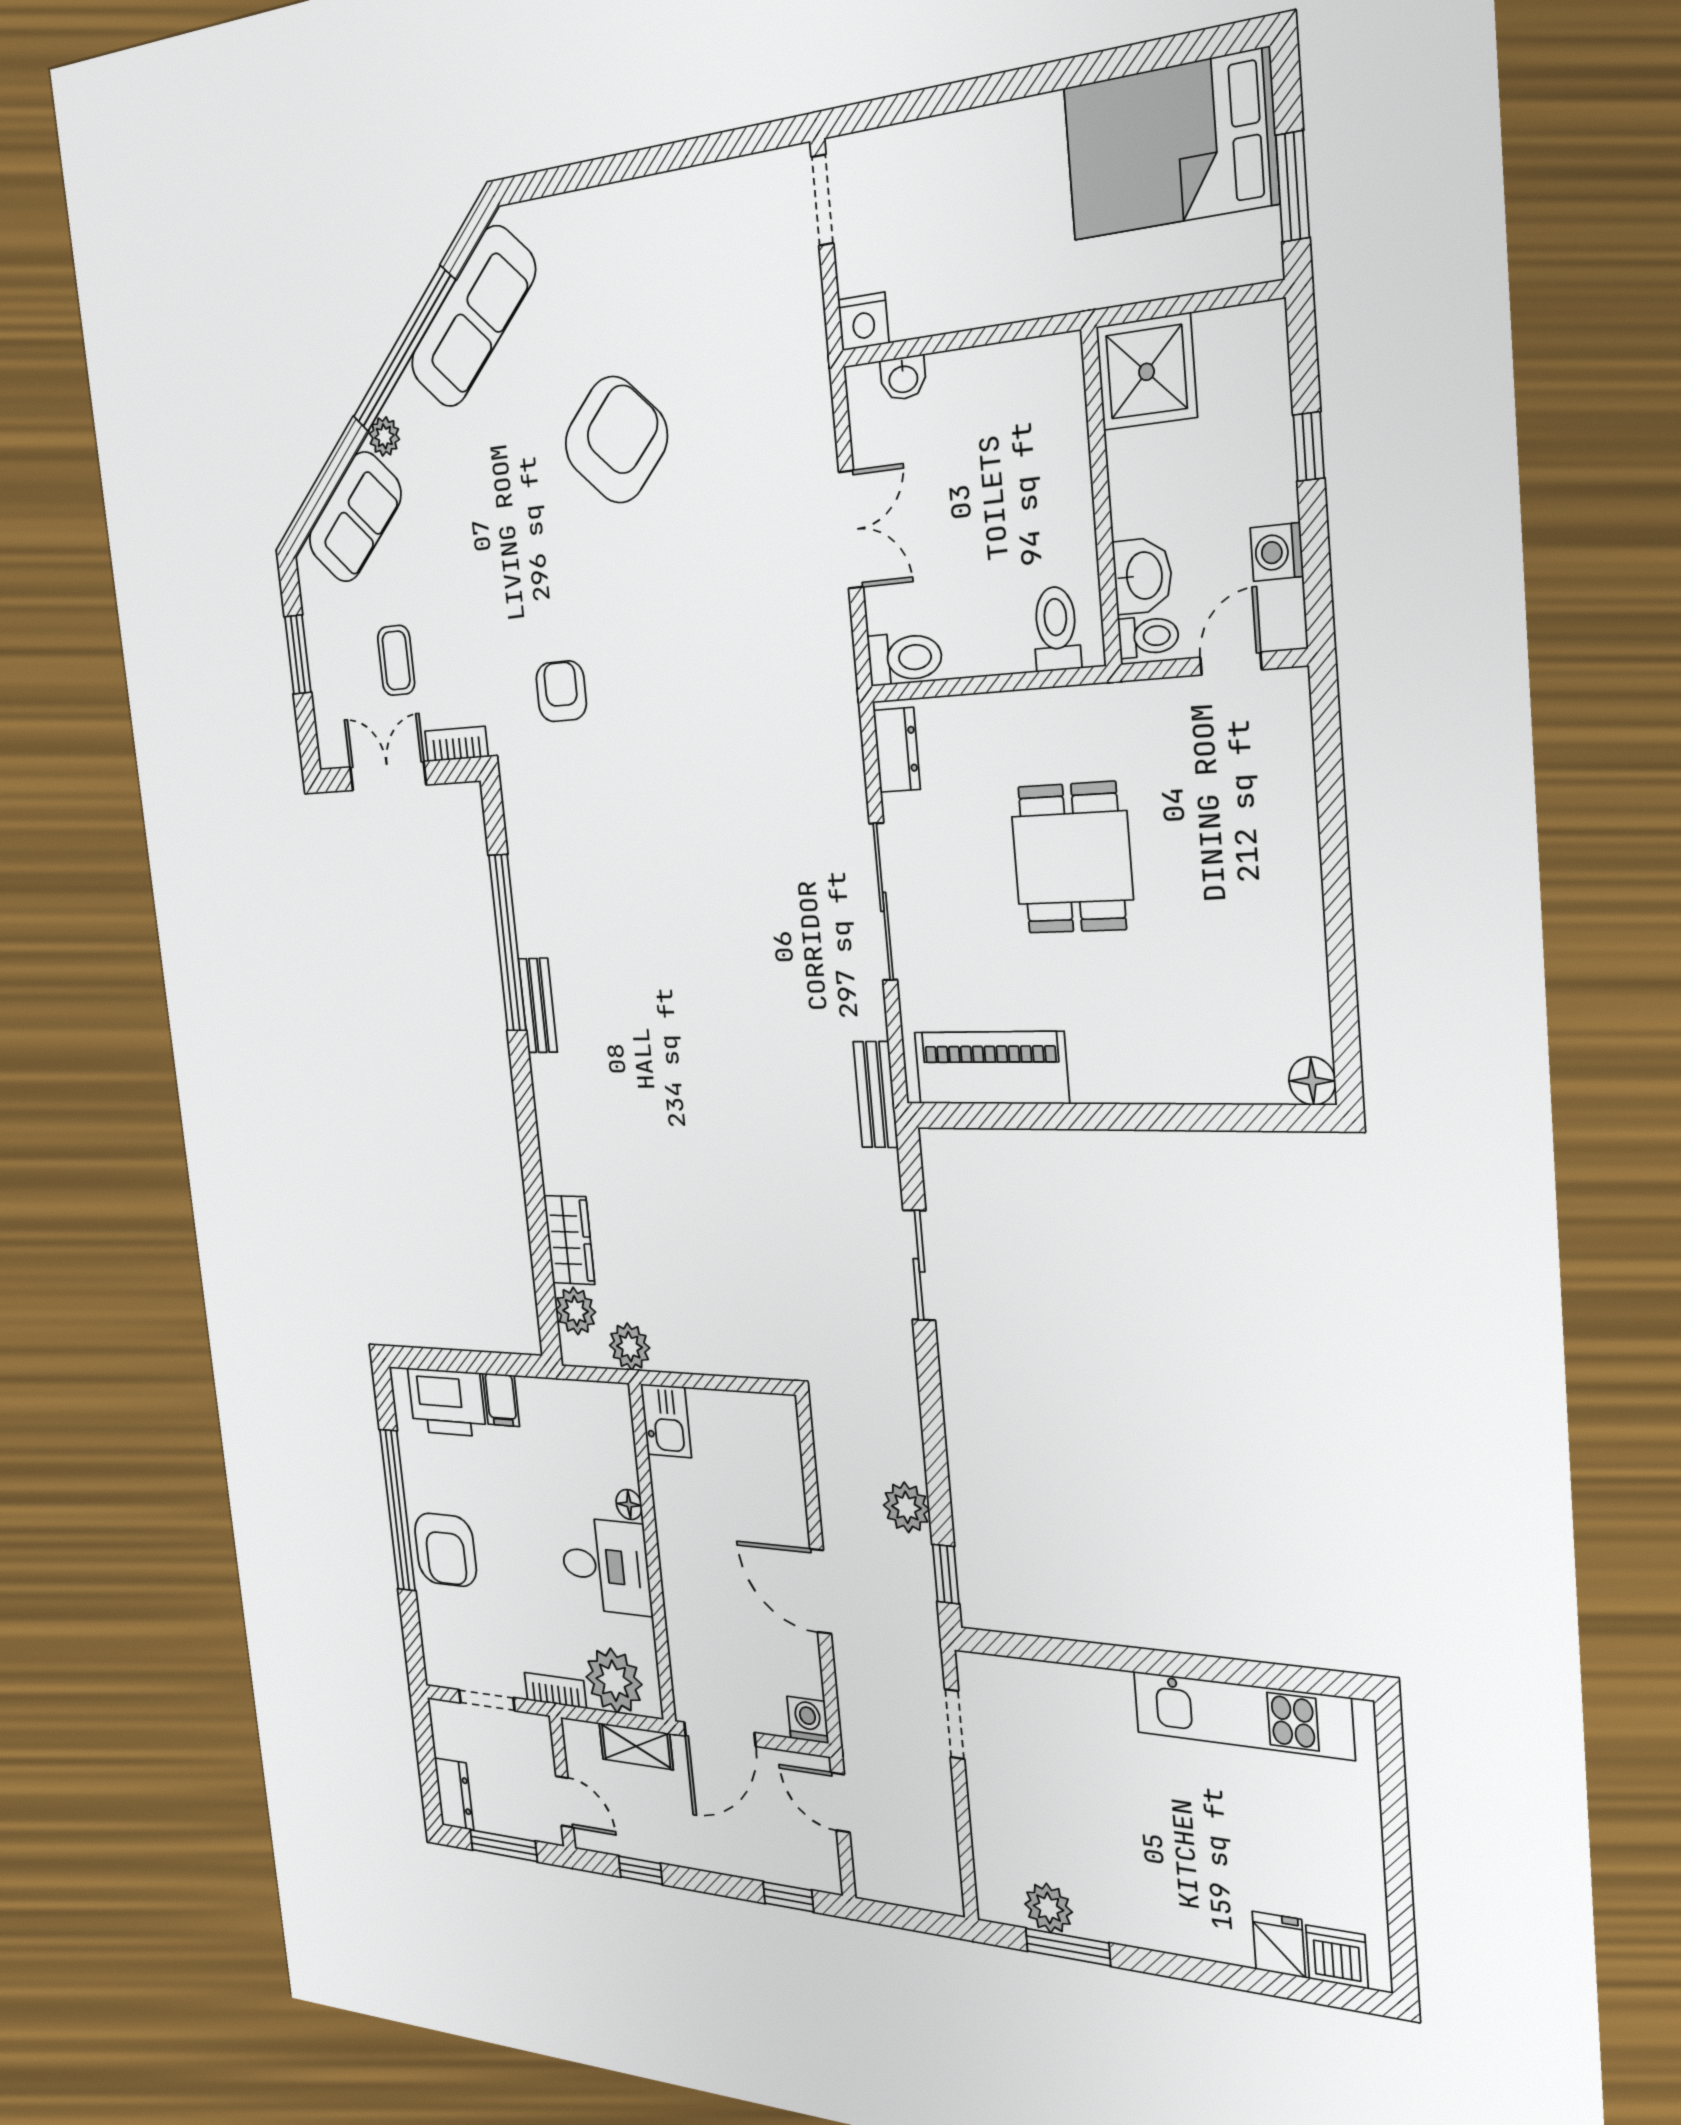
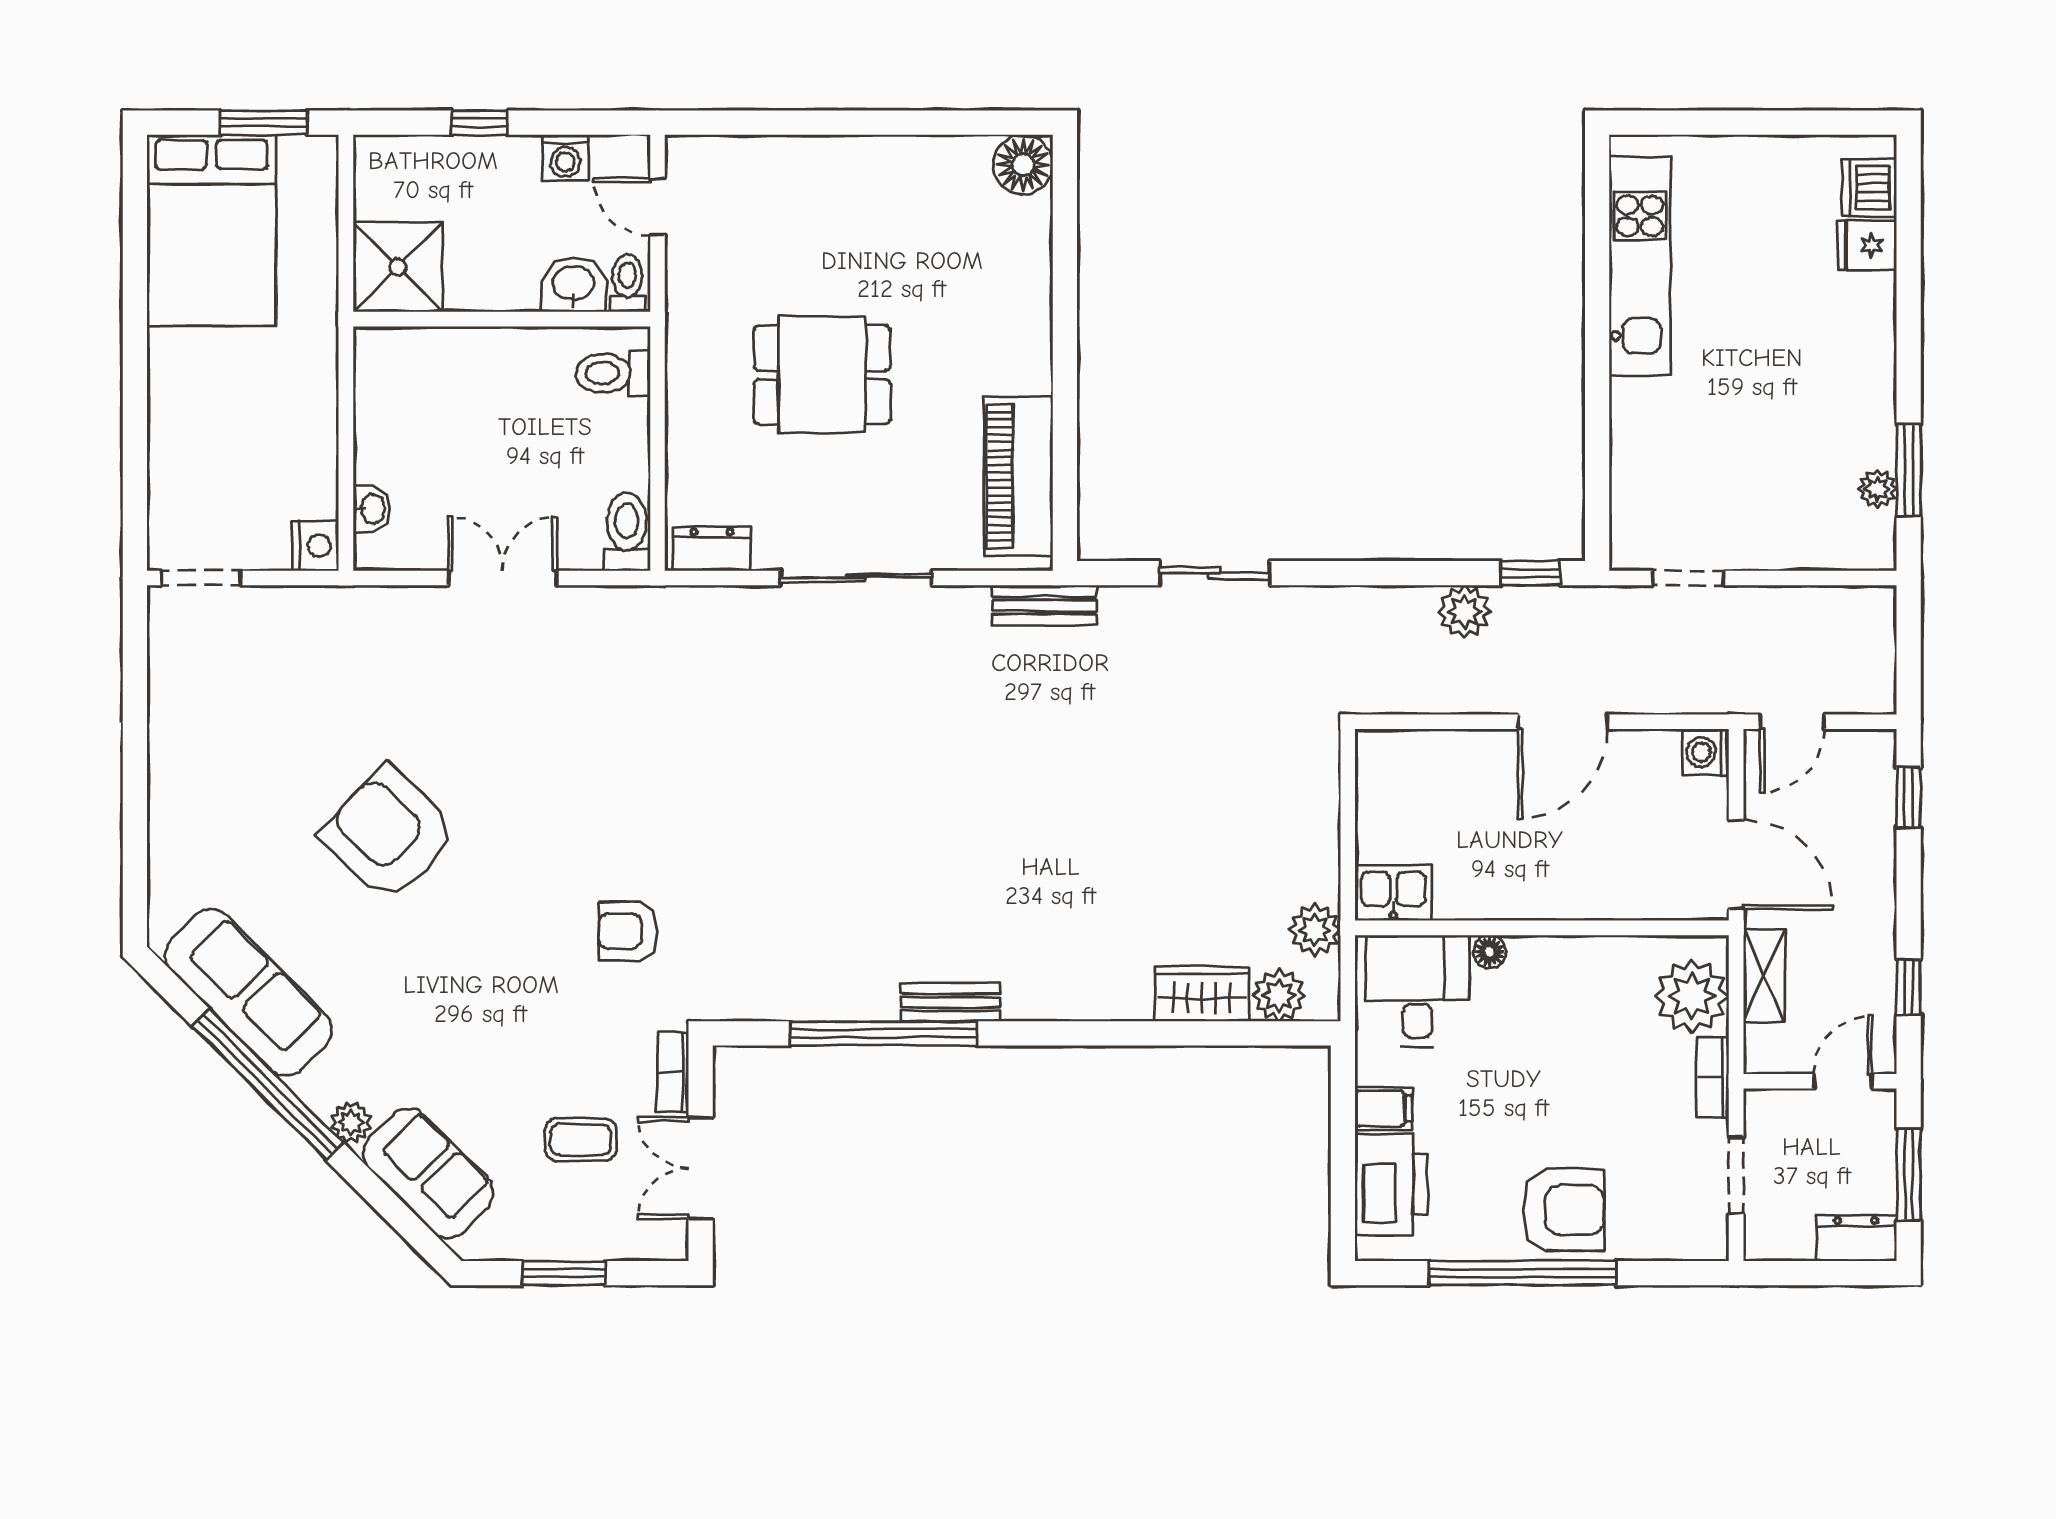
floor lamp: (1312, 1081) -> (1023, 164), width x1.38, depth x1.38
desk: (606, 1566) -> (1417, 991), moved
plant: (1048, 1908) -> (1877, 489), width x0.73, depth x0.73

